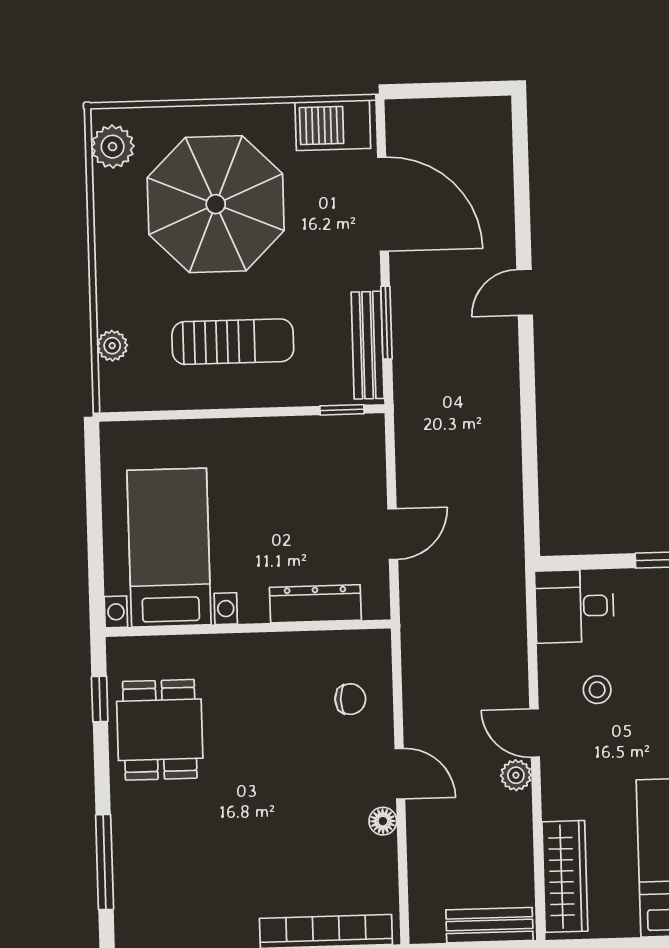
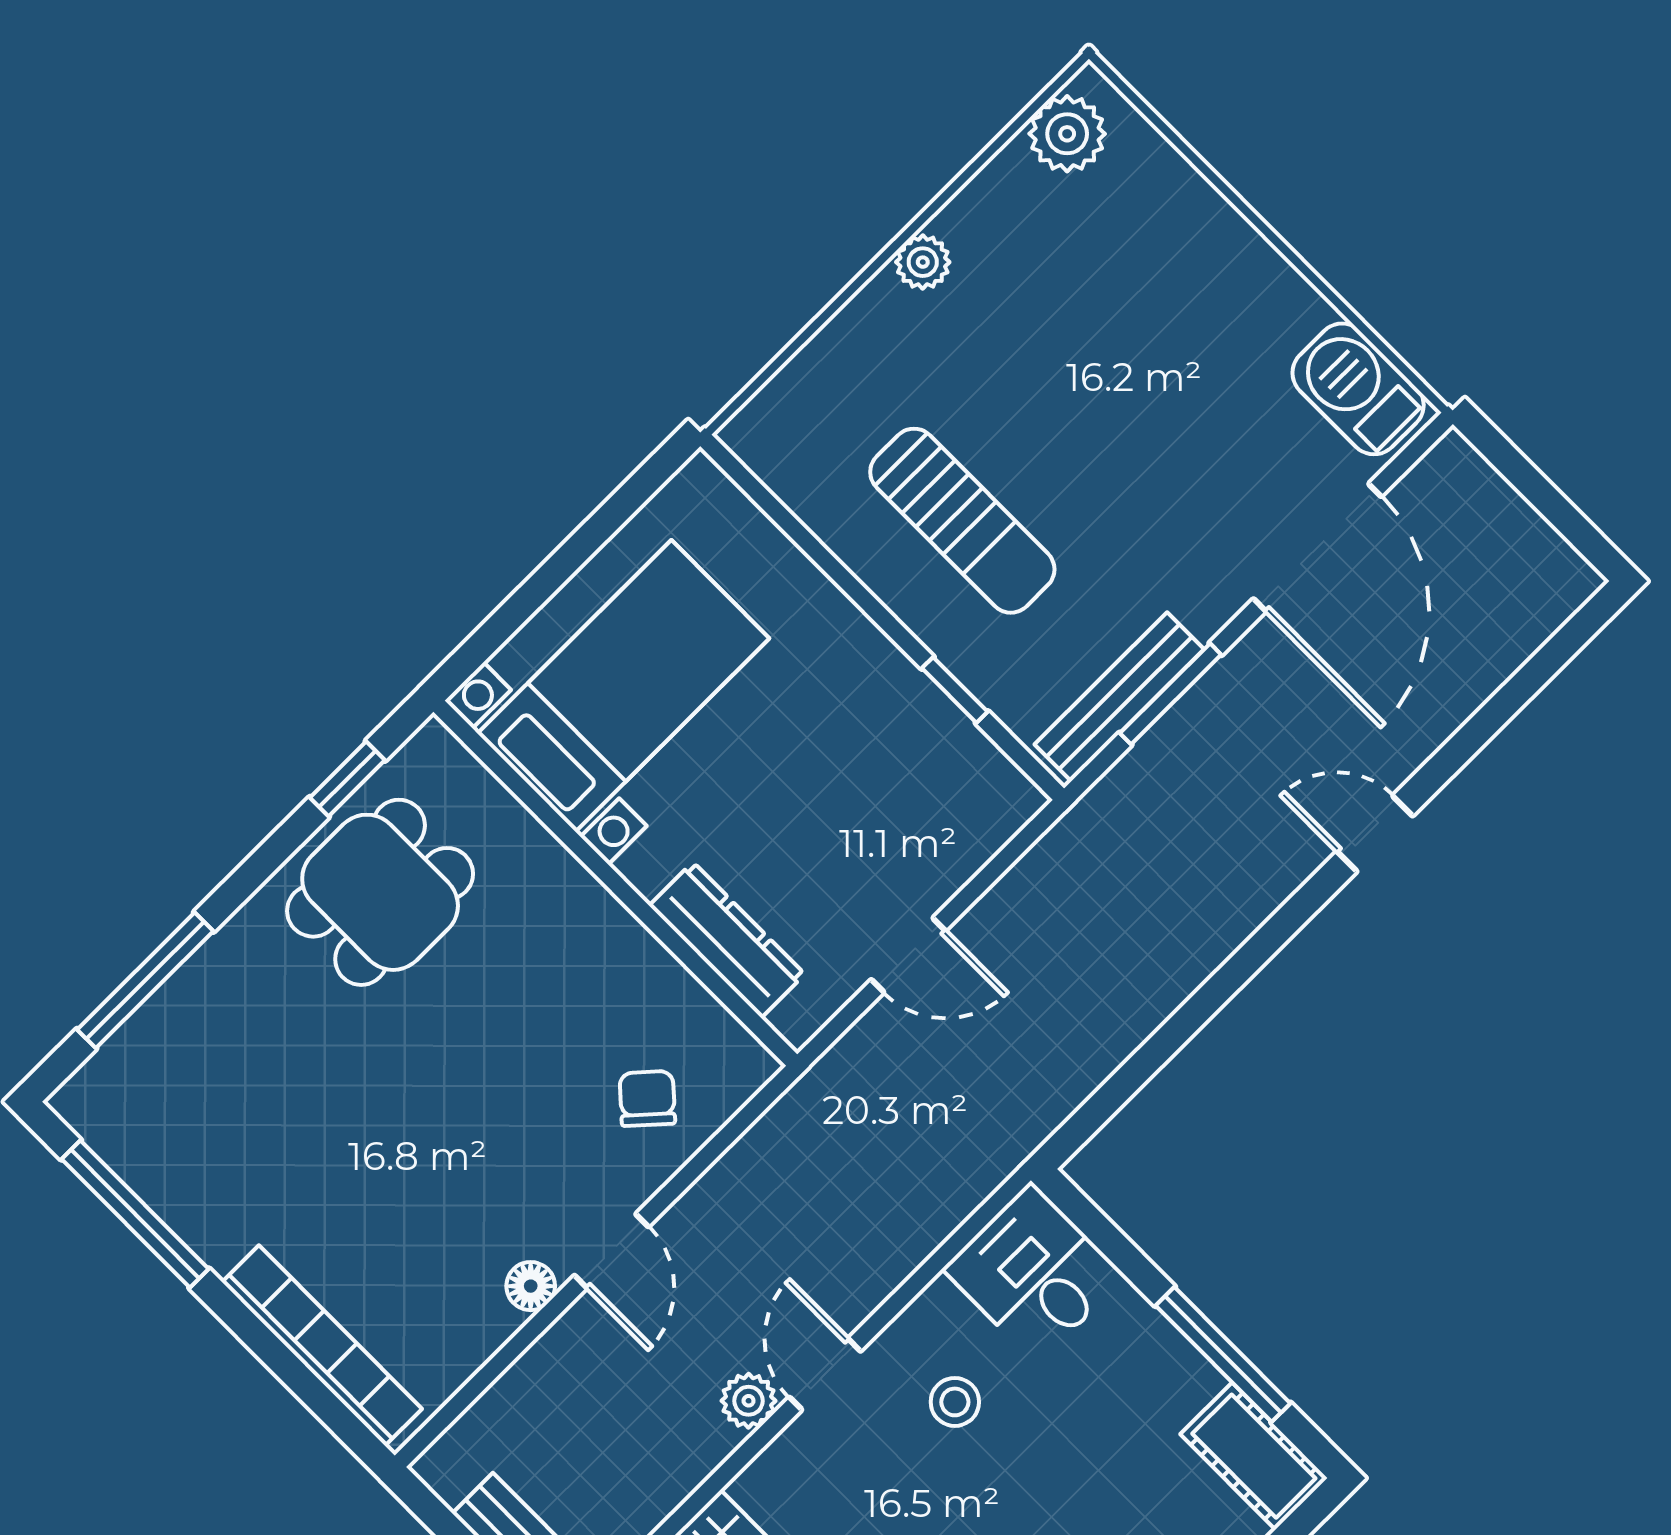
parasol: (216, 204) -> (1117, 334), removed
plant: (112, 346) -> (923, 262), moved
window: (342, 410) -> (955, 690), moved
chair: (350, 699) -> (647, 1098), turned -138

